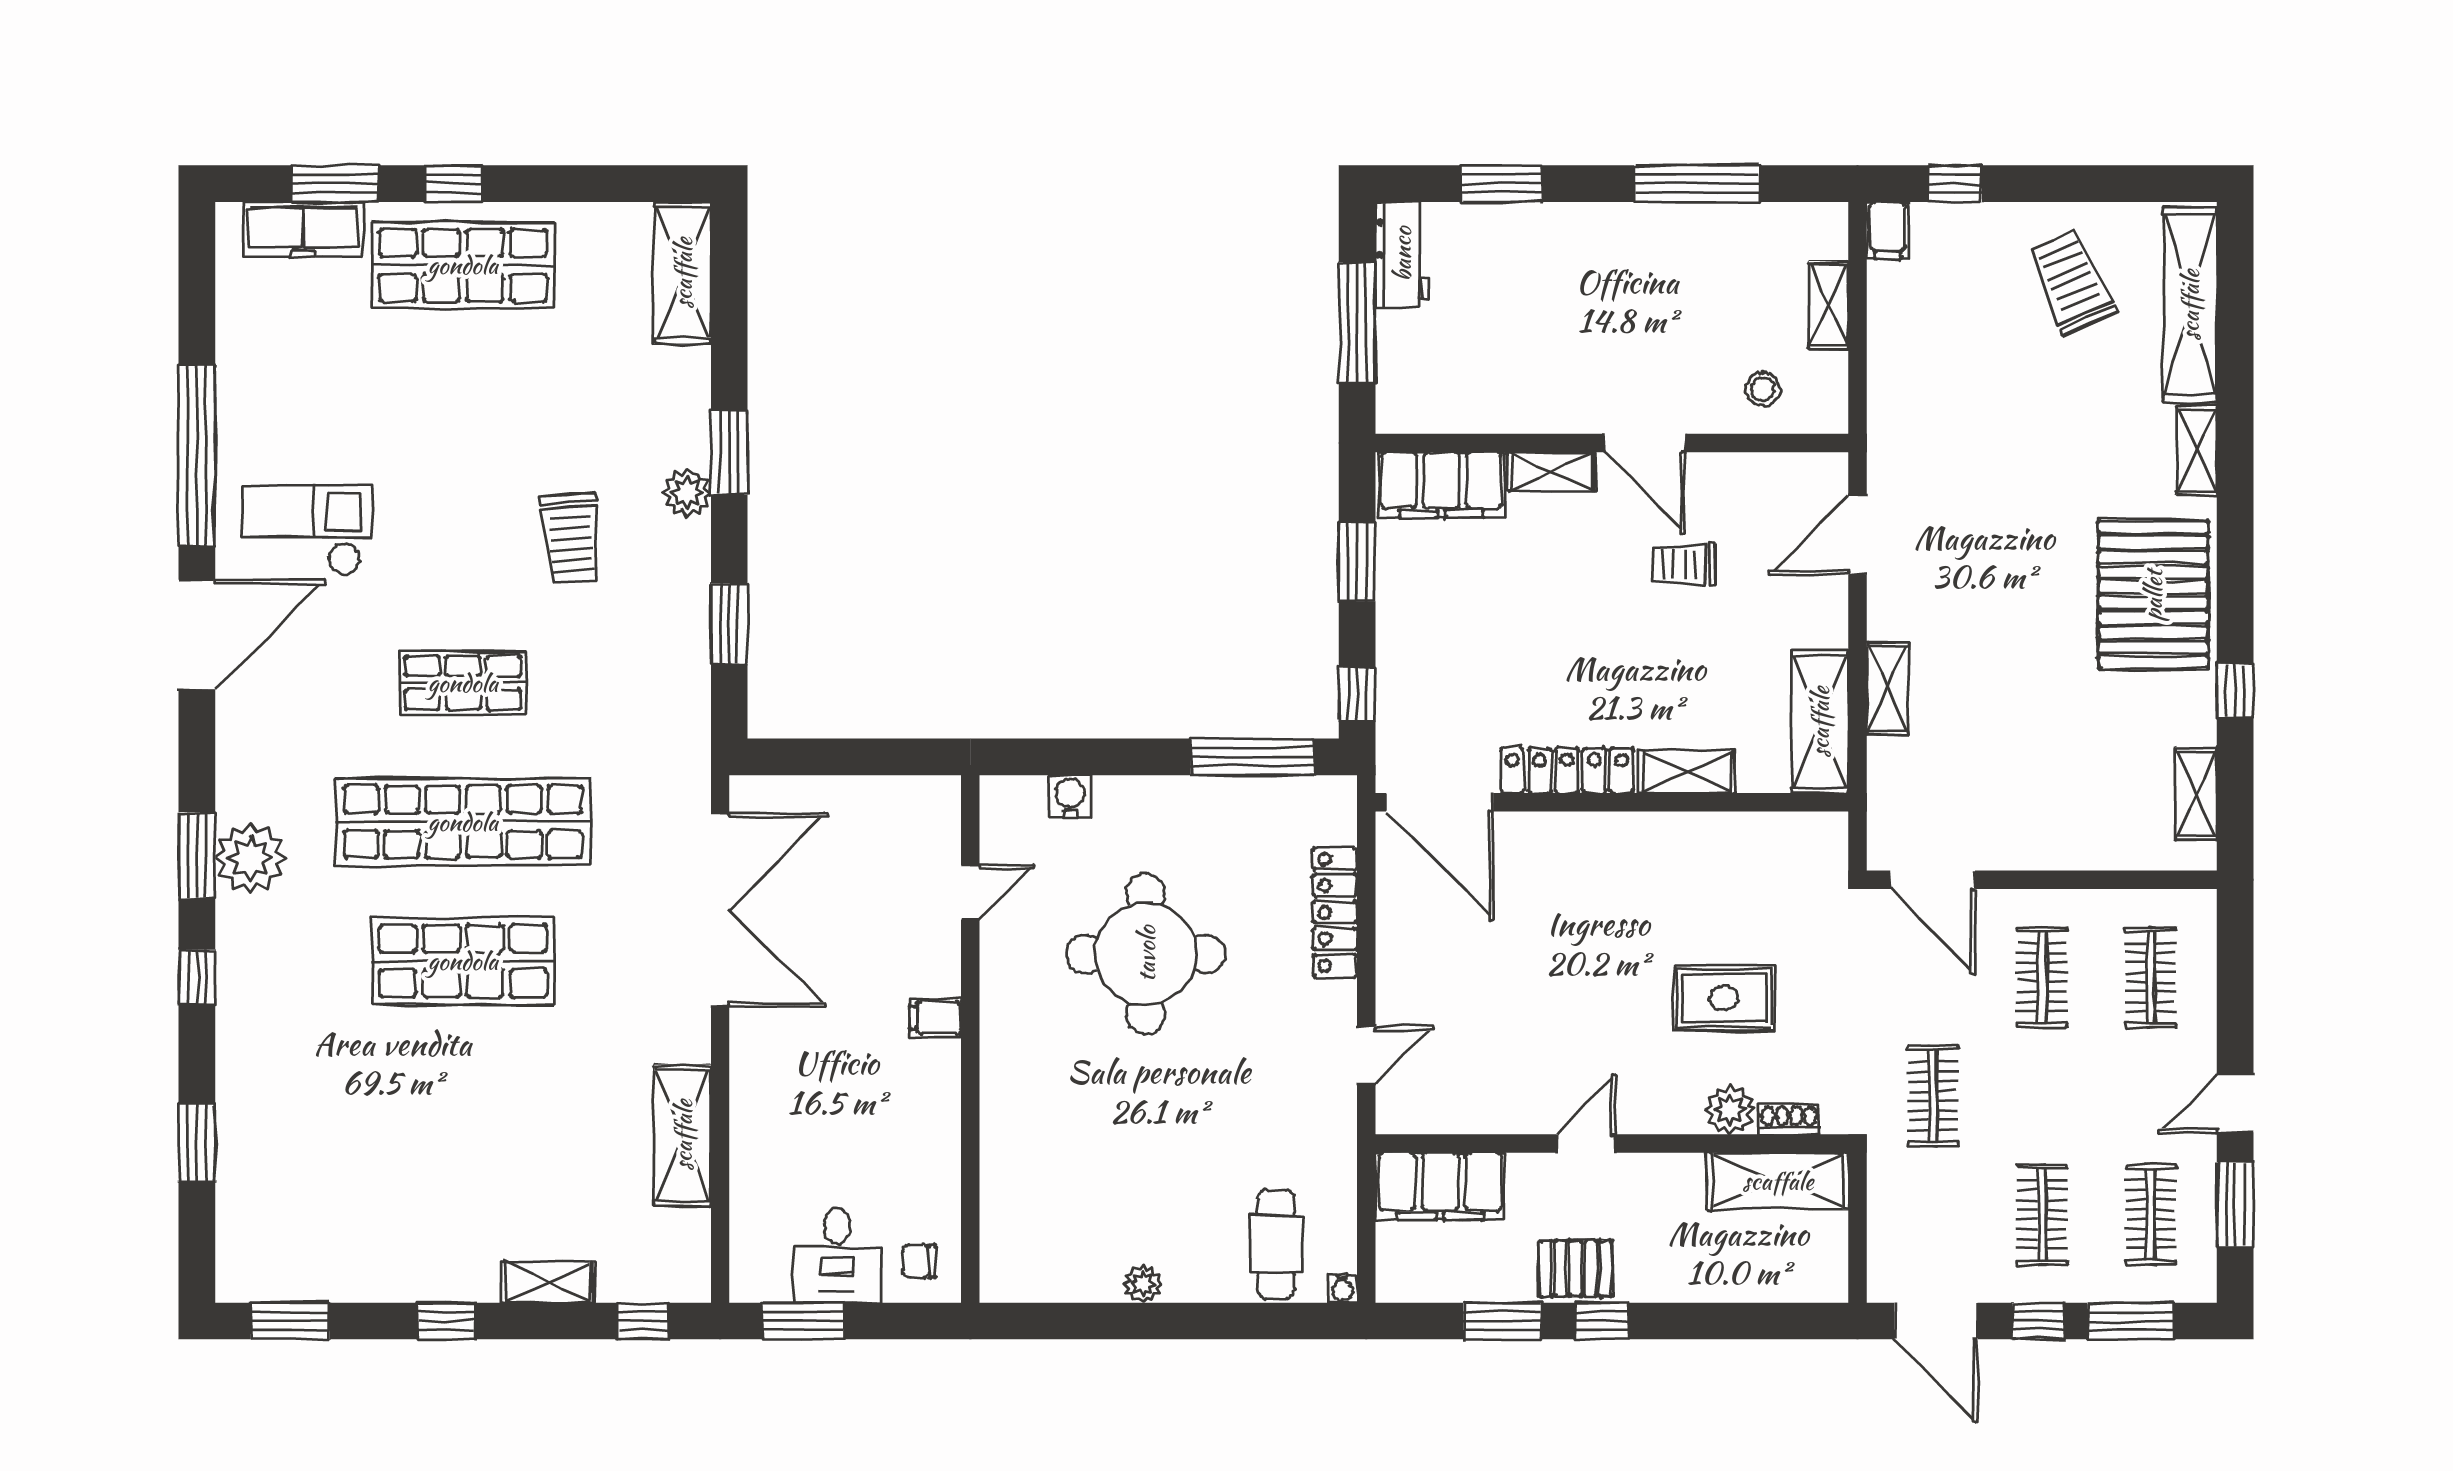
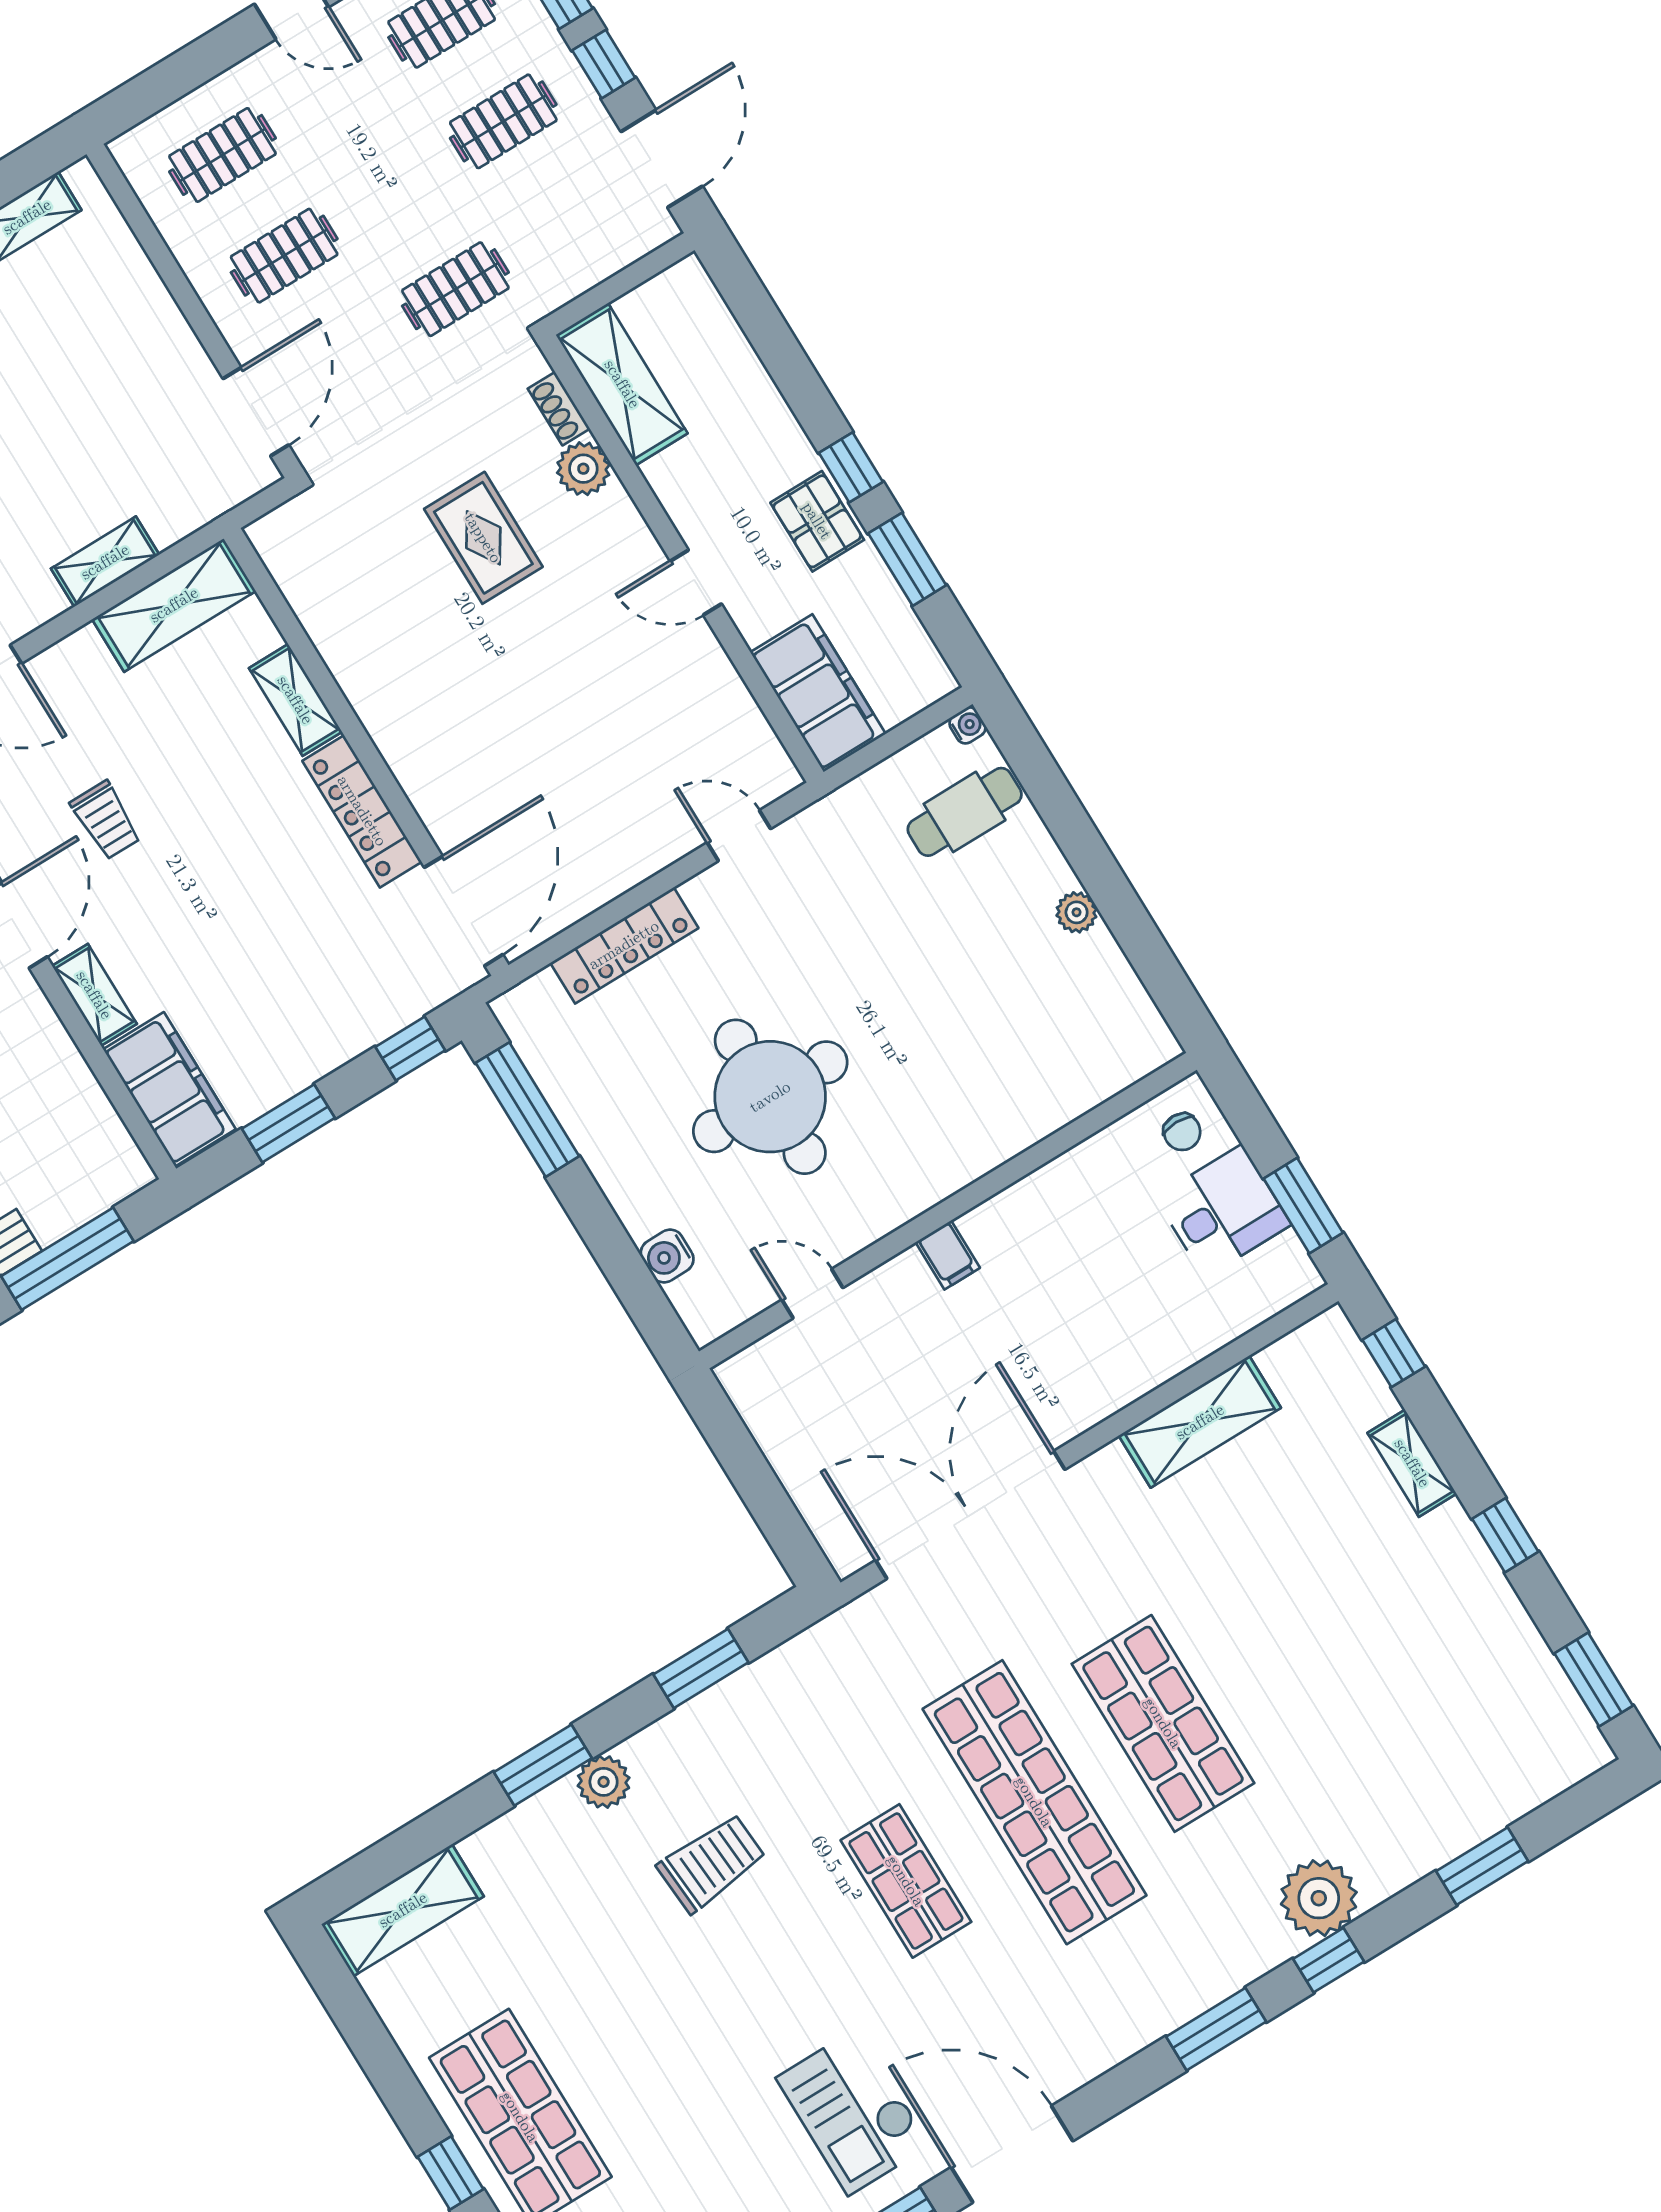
plant: (250, 858) -> (1319, 1898), moved

